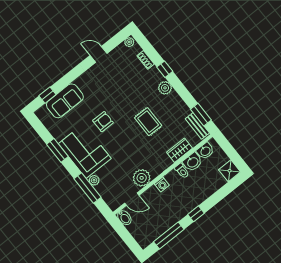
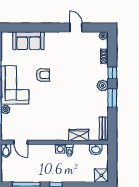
window: (47, 95) -> (20, 28), removed
window: (201, 115) -> (112, 98), moved
rug: (148, 122) -> (73, 99), removed
washbasin: (193, 162) -> (81, 150), removed
plant: (142, 178) -> (39, 133), removed
washing machine: (162, 184) -> (60, 148), moved

